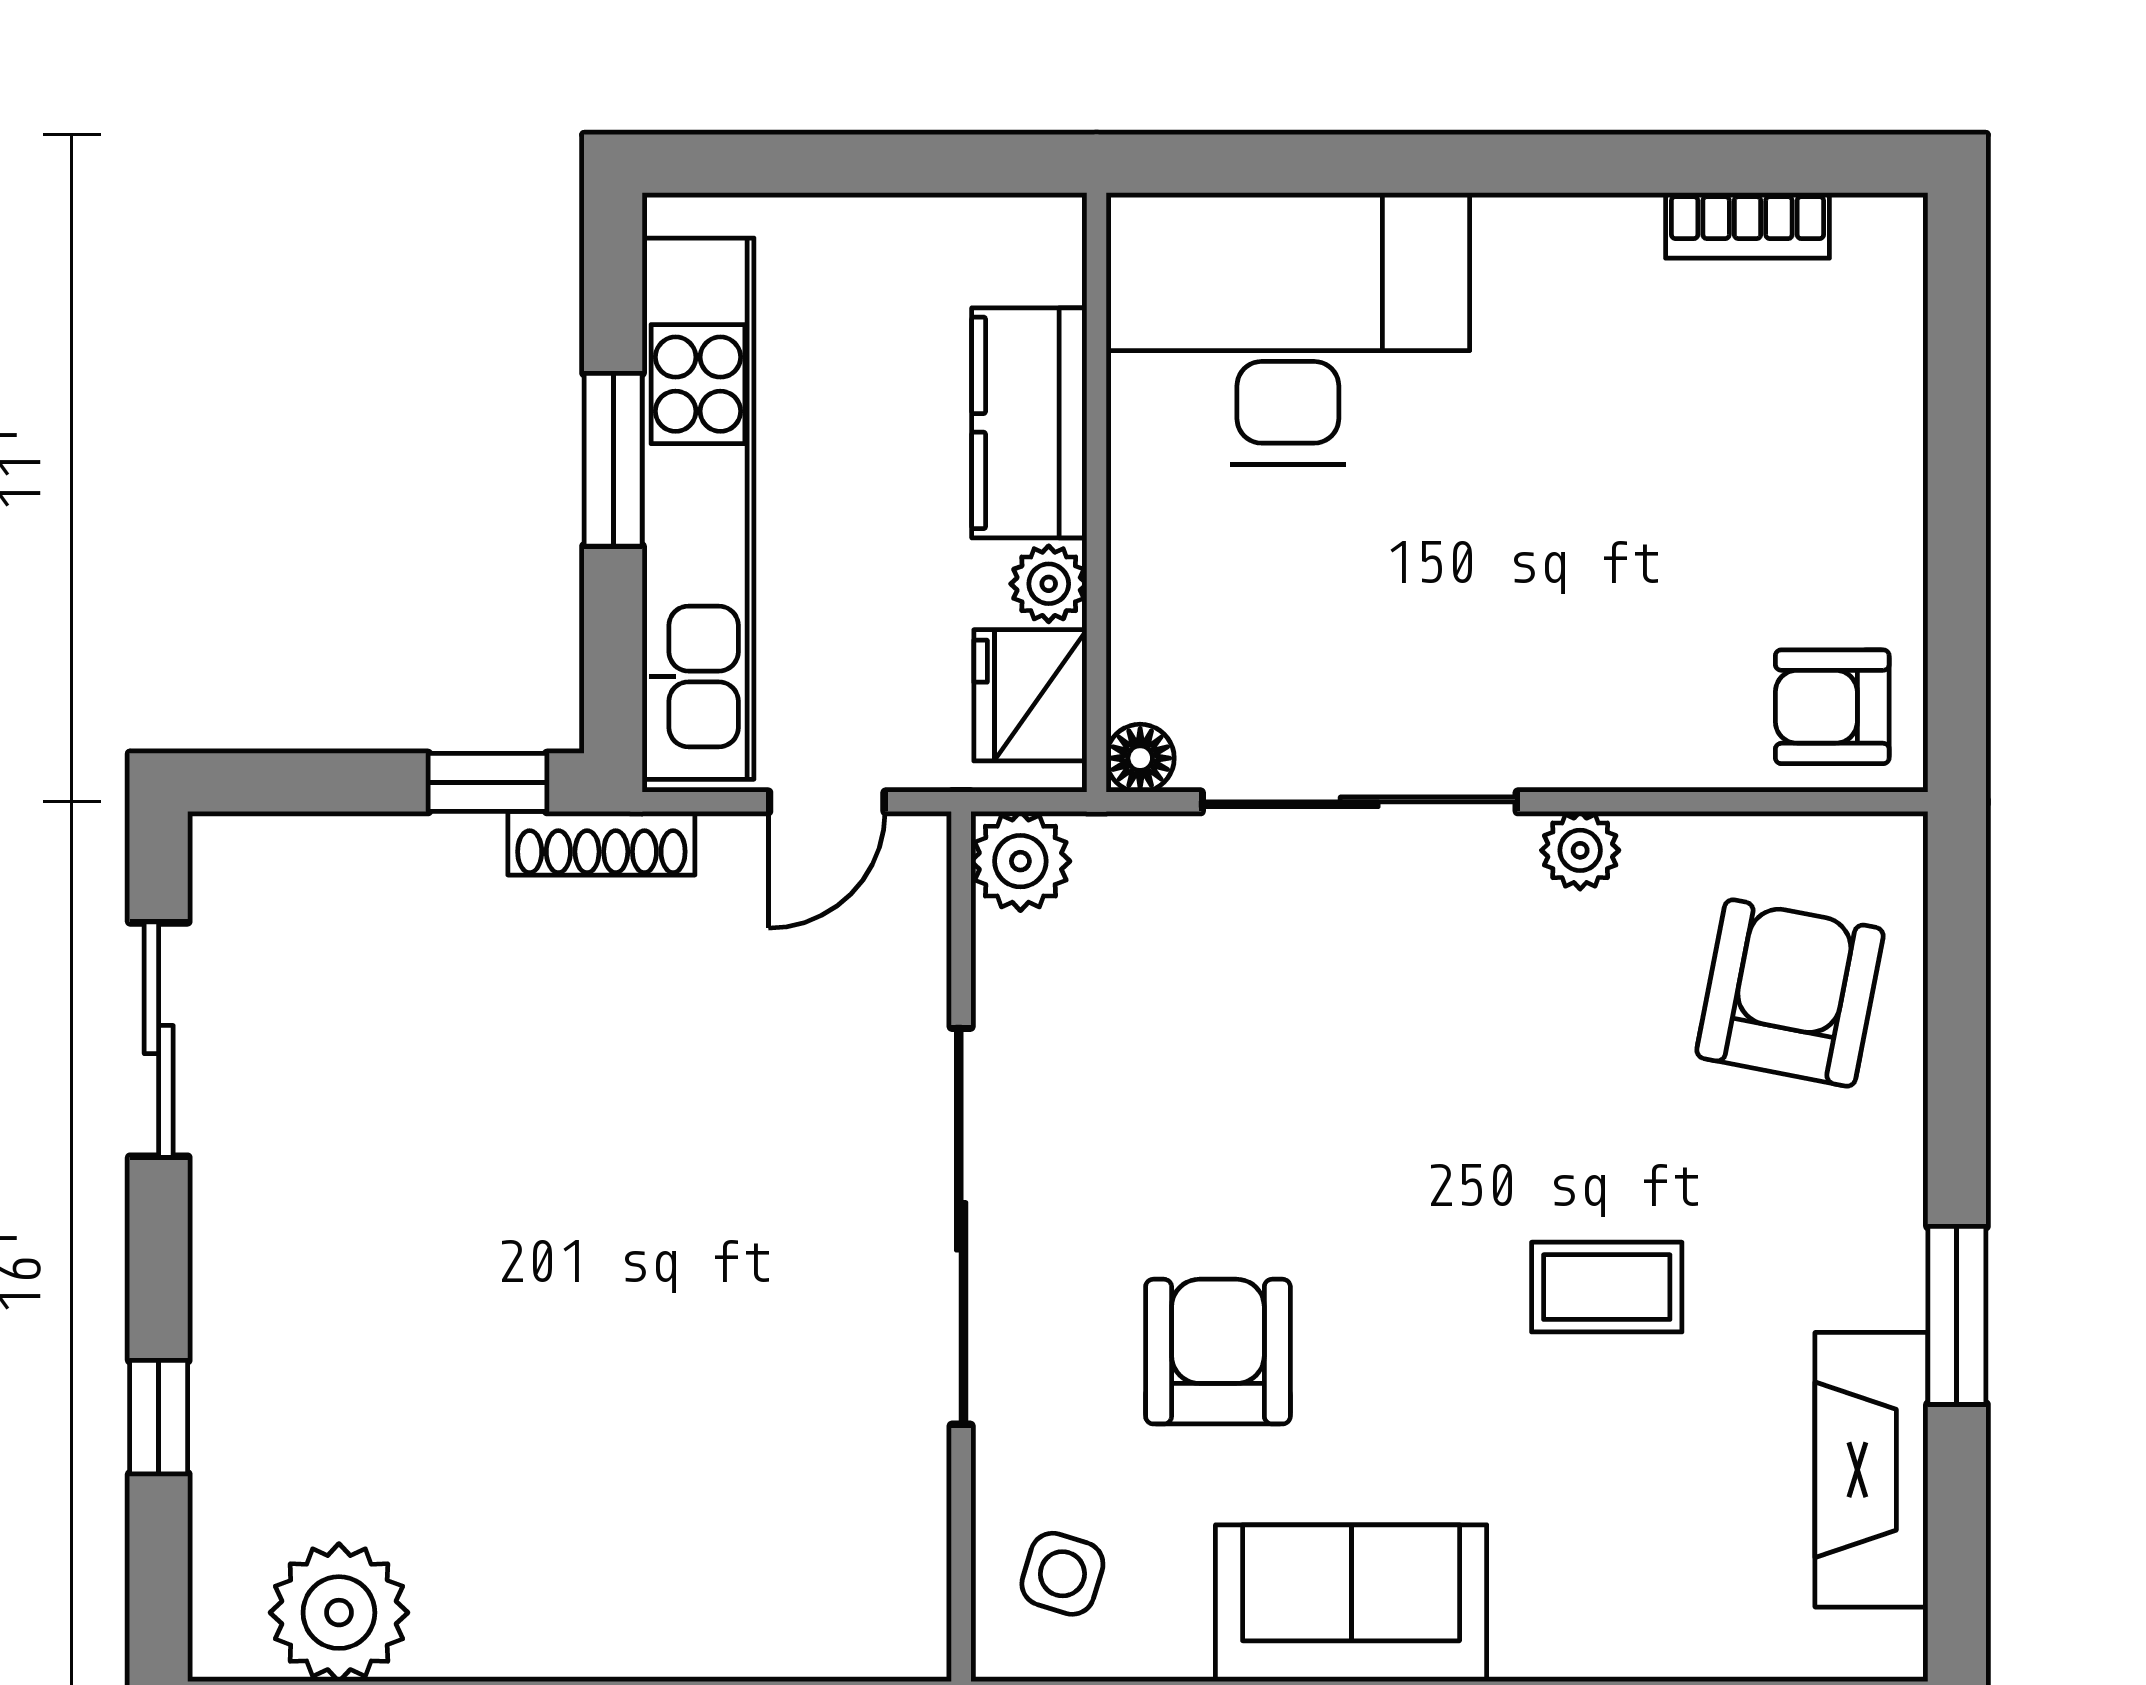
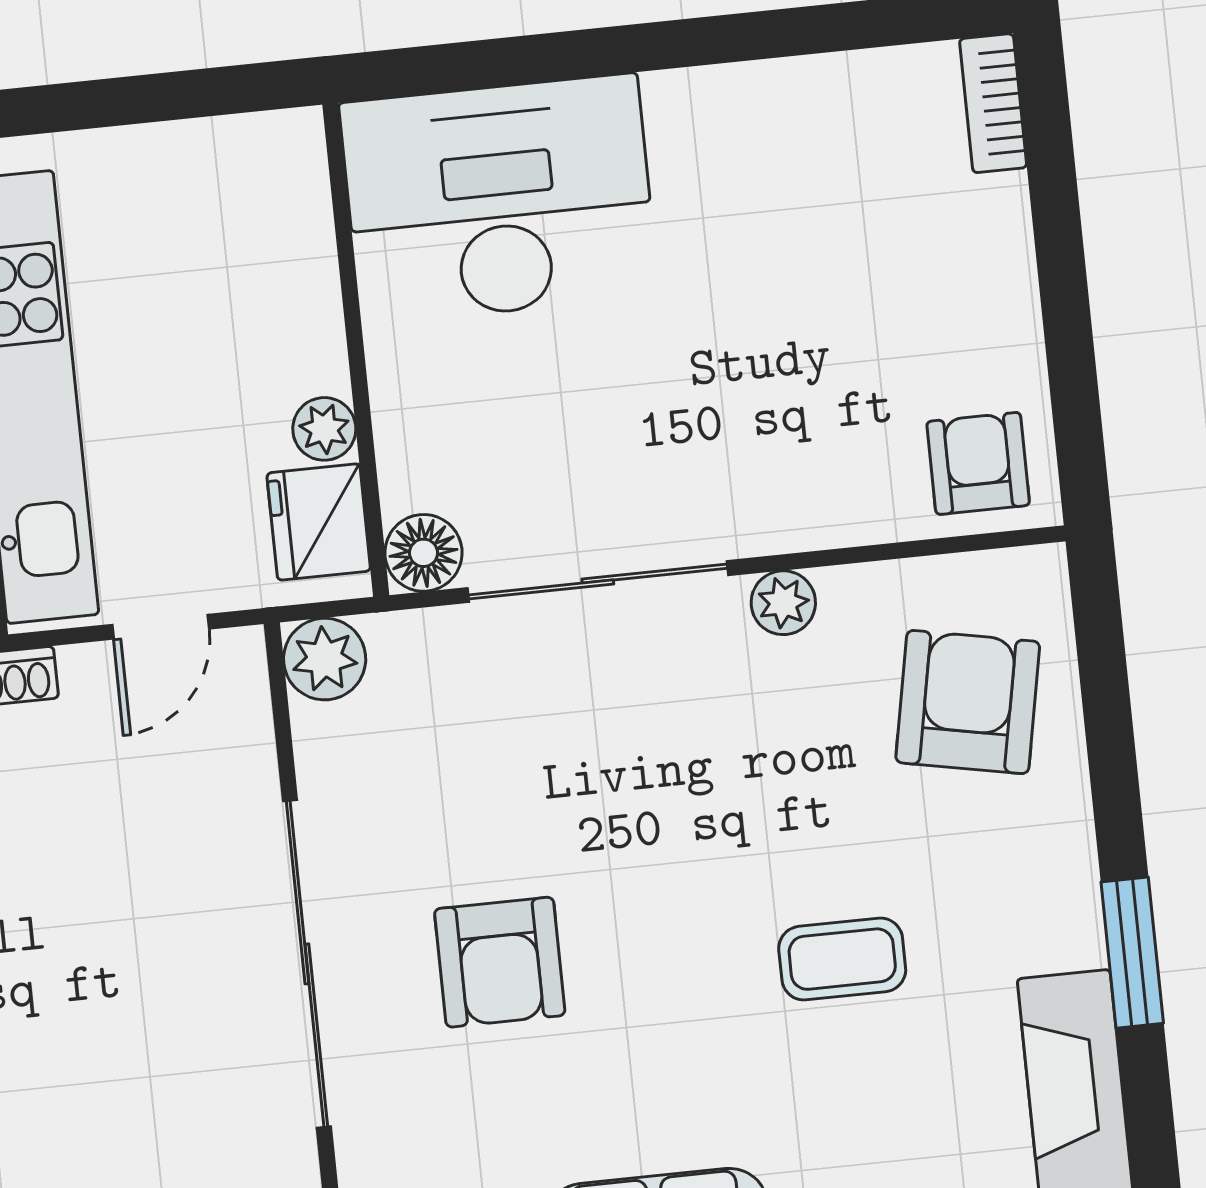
bookcase: (1747, 225) -> (993, 103), moved, turned 90
kitchen counter: (1029, 423) -> (295, 298), removed
armchair: (1832, 707) -> (978, 463), turned 90
floor lamp: (1140, 758) -> (424, 553), width x1.37, depth x1.37
armchair: (1218, 1352) -> (500, 962), moved, turned 180

